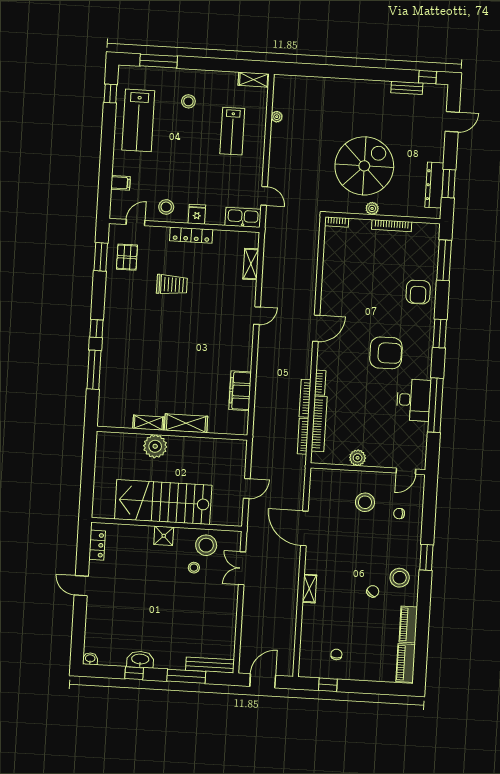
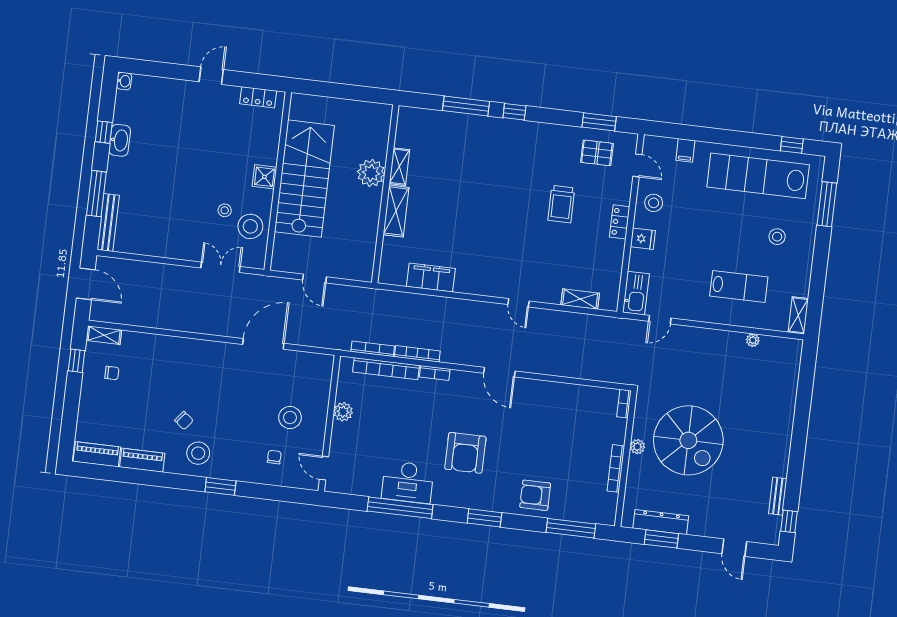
lab bench: (138, 120) -> (758, 176), width x1.36
lab bench: (232, 131) -> (739, 286), turned 180
locker: (191, 235) -> (620, 222), width x0.66
shelving: (309, 589) -> (104, 335), moved

